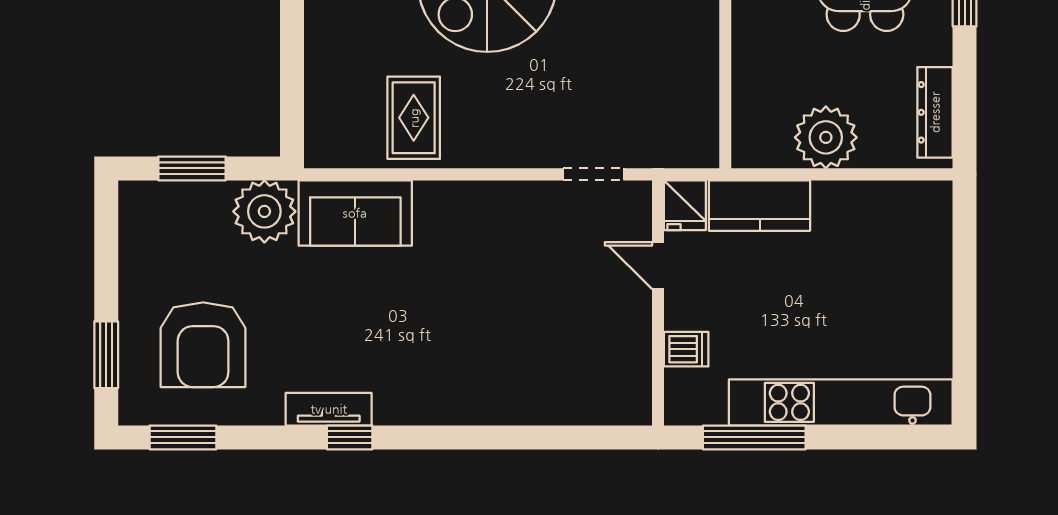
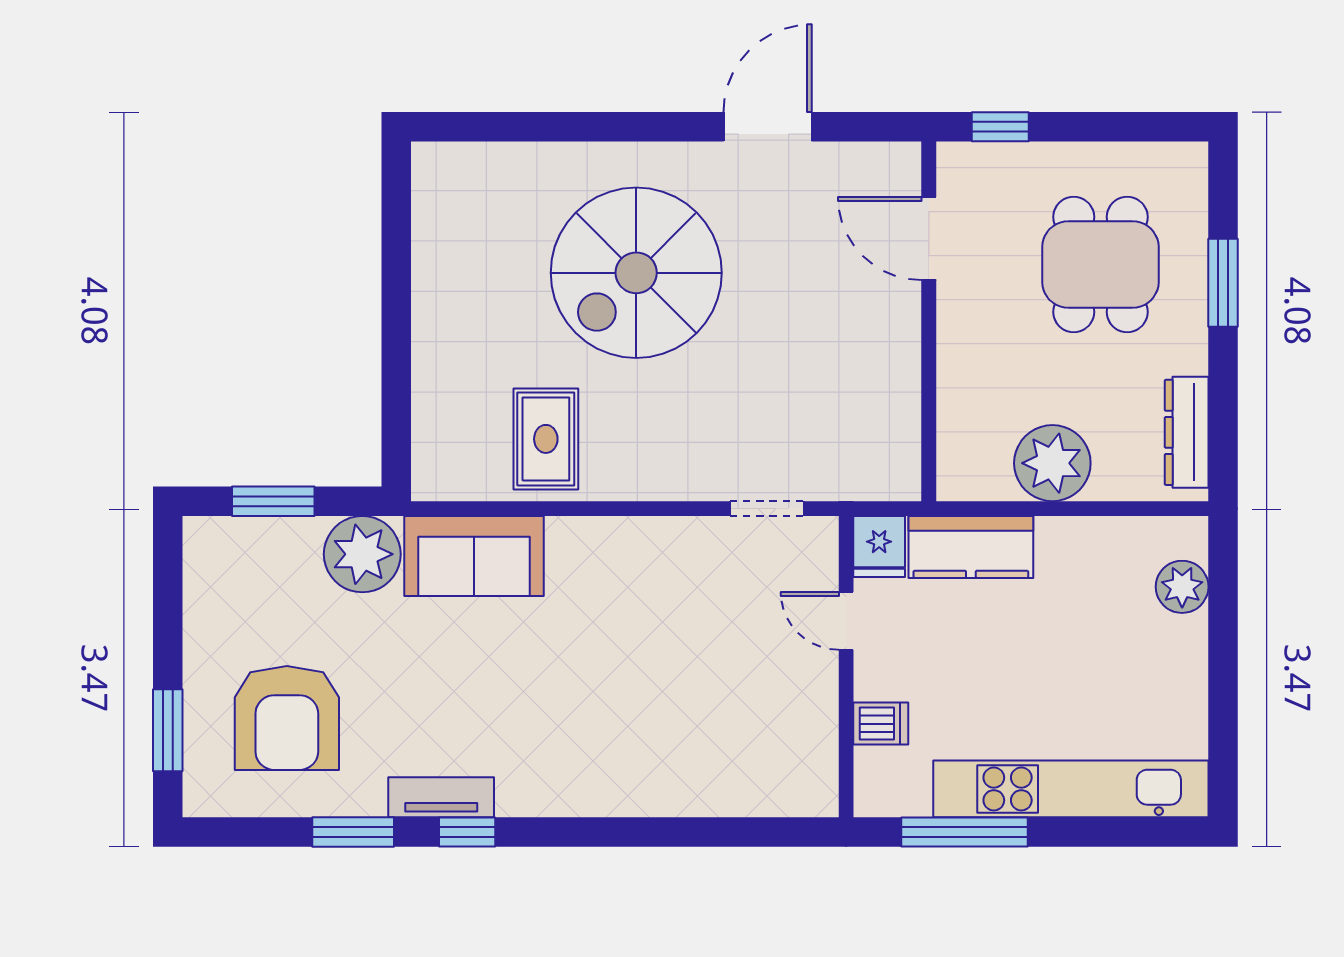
plant: (931, 238) -> (1182, 587), added
window: (183, 437) -> (353, 832), moved

